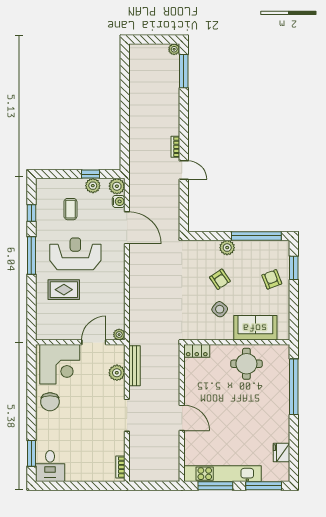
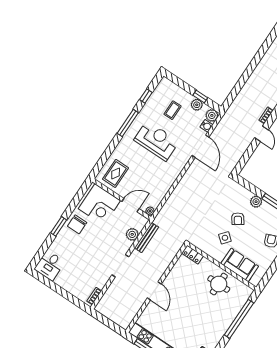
rug: (64, 290) -> (116, 173), moved, turned 90
window: (31, 453) -> (59, 226), moved

